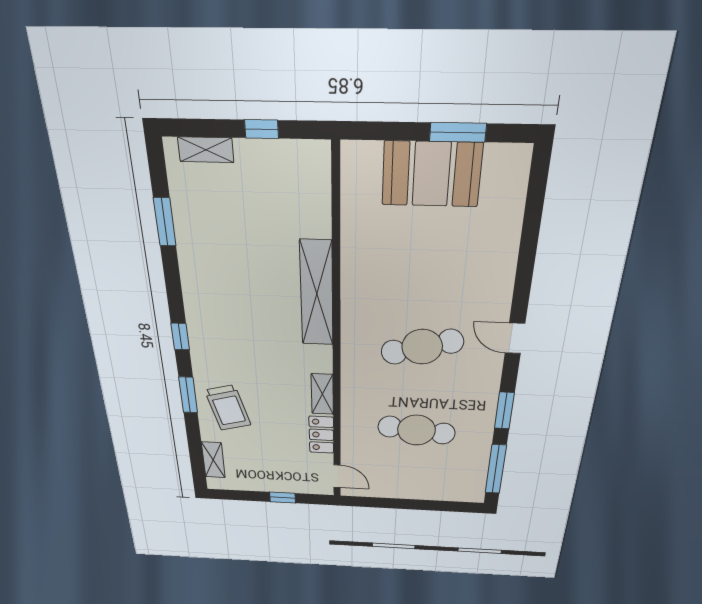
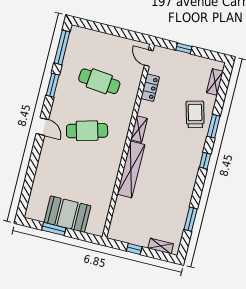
shelving: (322, 394) -> (139, 129), moved

